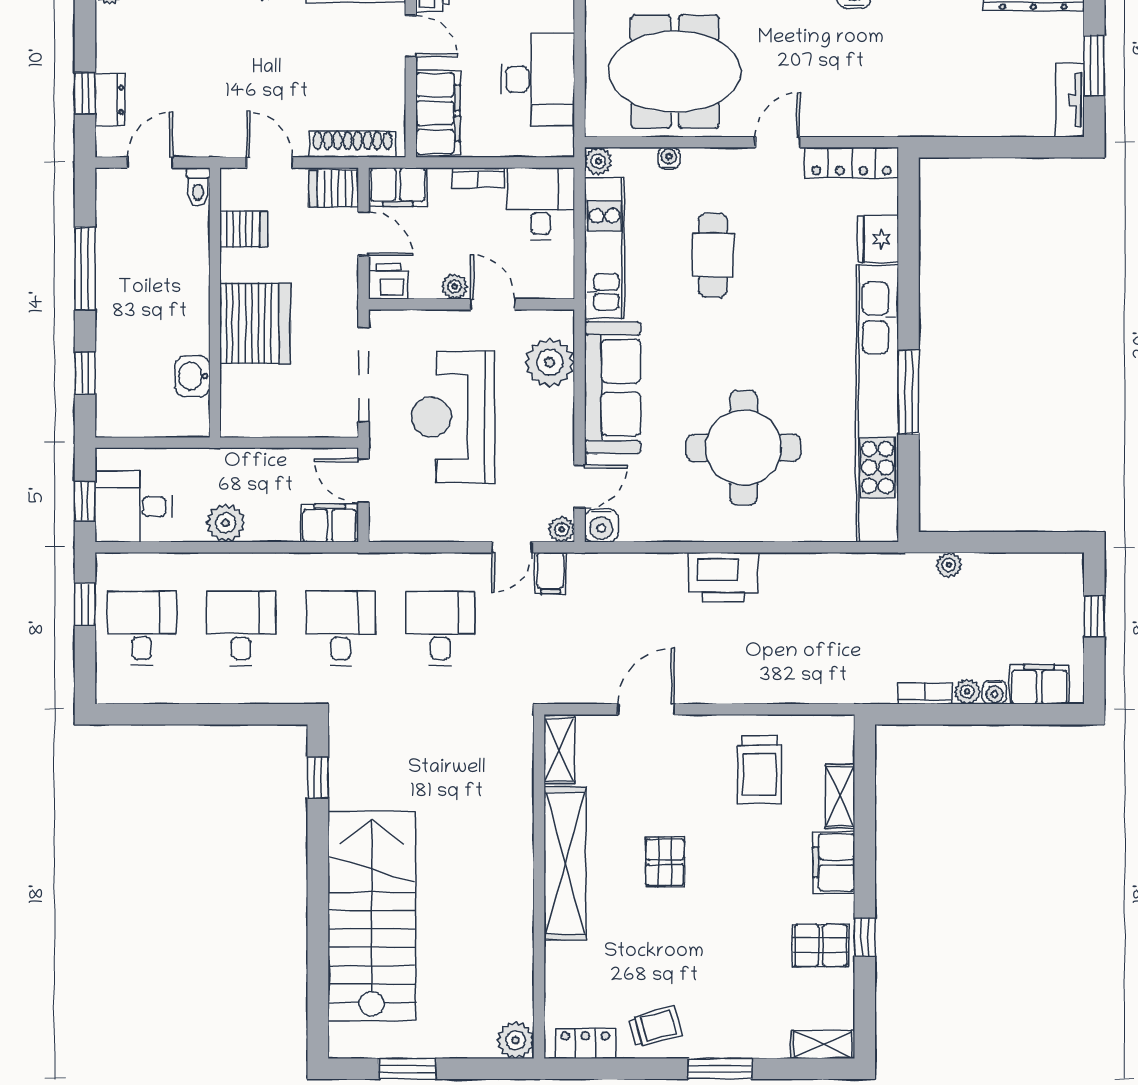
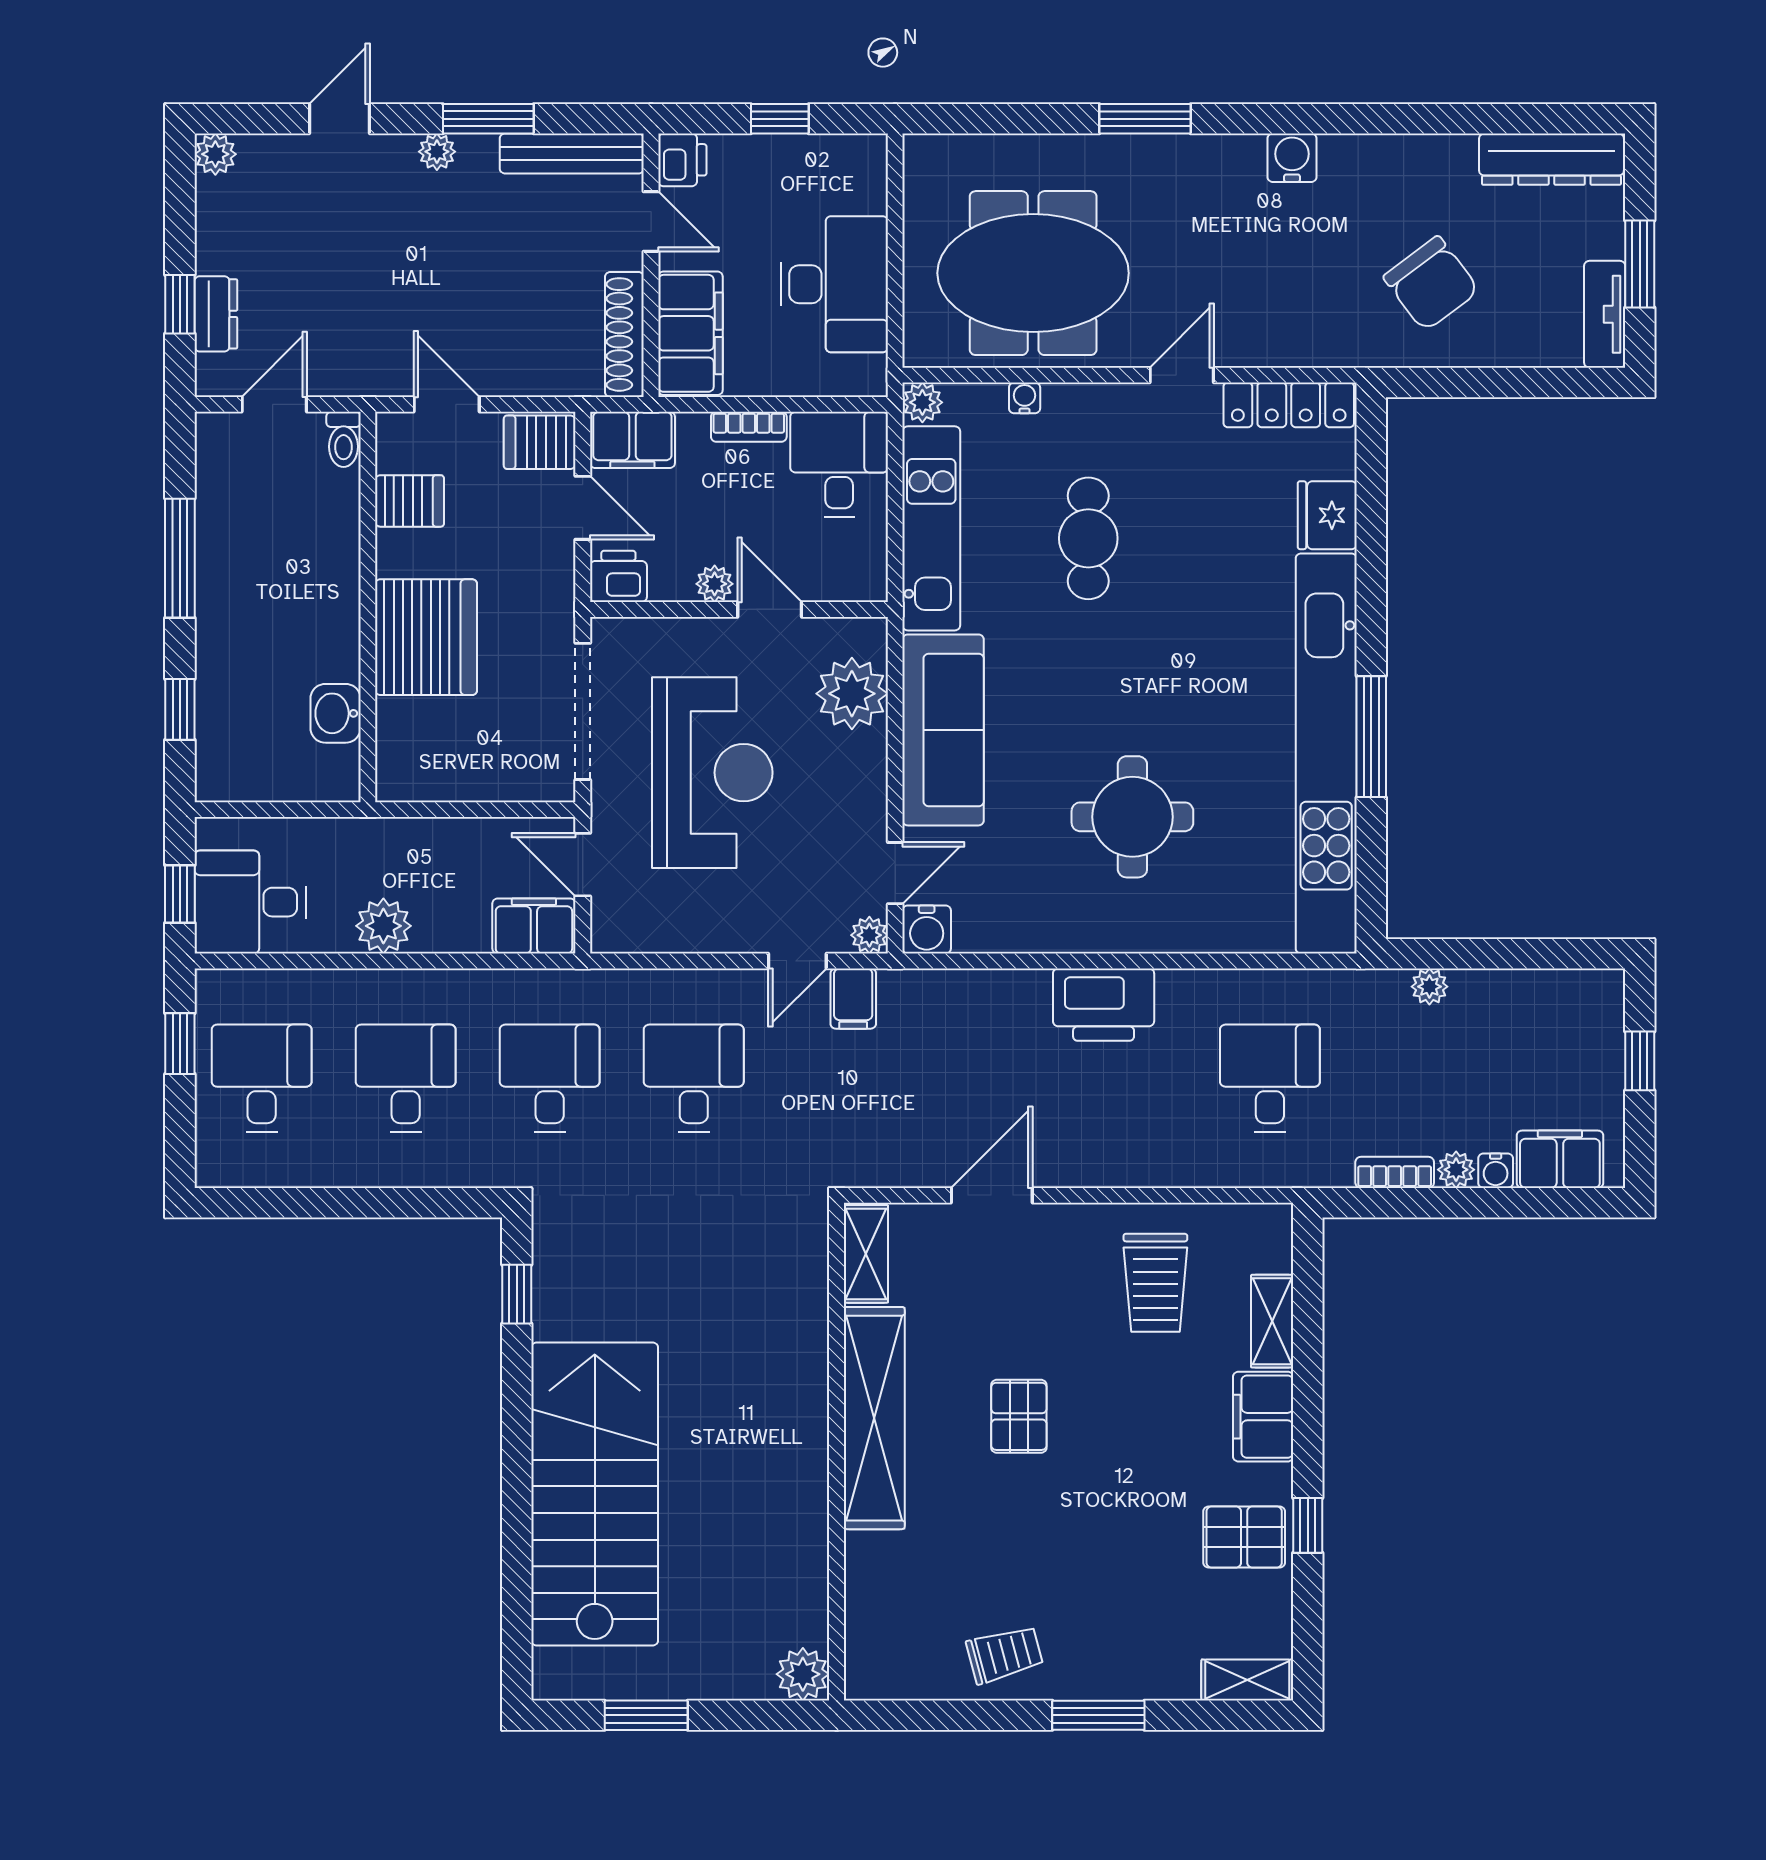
chair: (950, 79) -> (1431, 284), added
shoe rack: (353, 144) -> (624, 334), moved, turned -90
reception desk: (453, 417) -> (712, 773), turned 180
round table: (744, 448) -> (1132, 817), width x0.73, depth x0.73
desk: (839, 628) -> (1270, 1078), added
locker: (585, 1043) -> (904, 1679), removed

